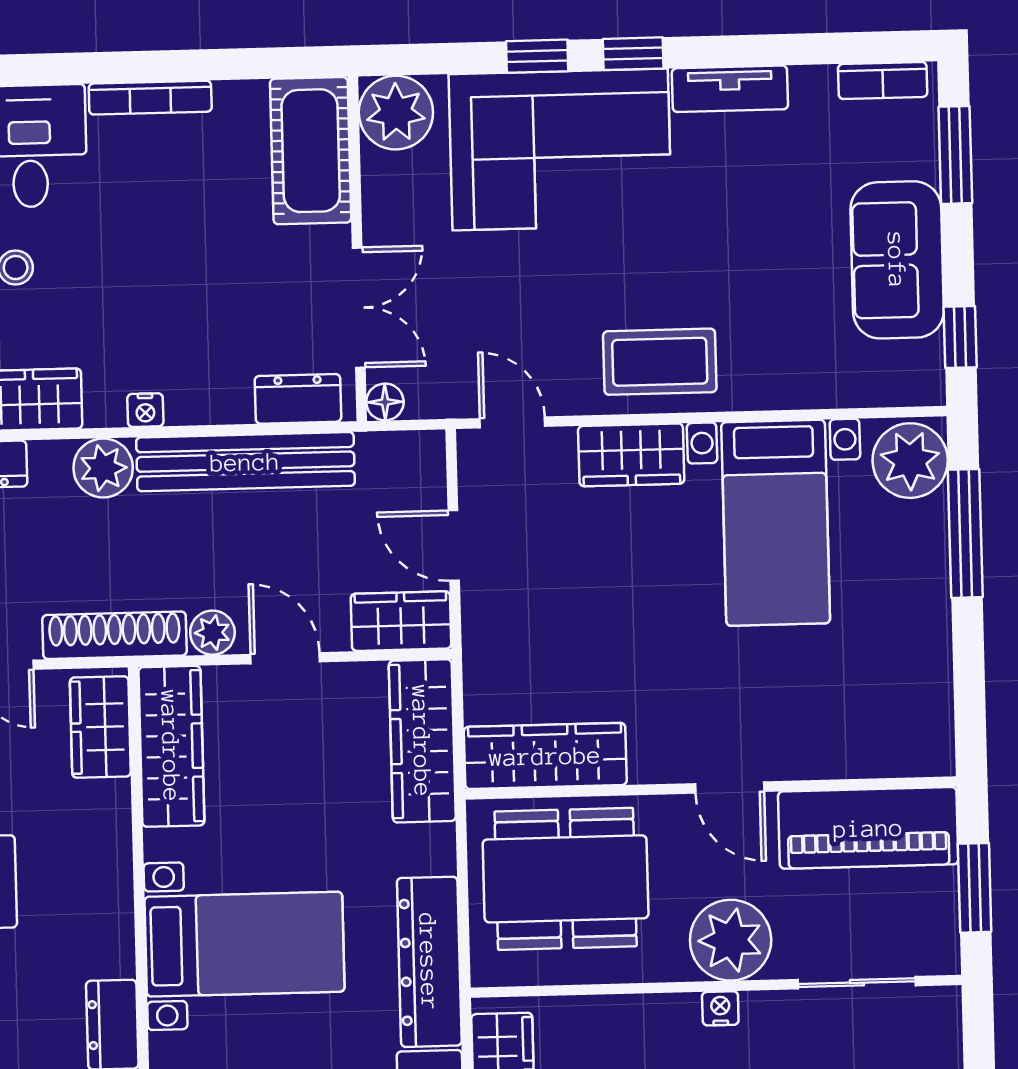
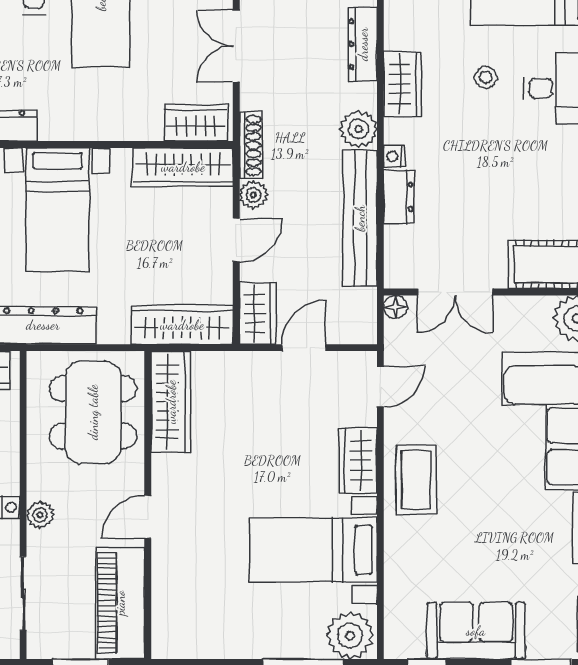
dresser: (298, 399) -> (399, 197), moved
shoe rack: (115, 635) -> (251, 145), width x0.74, depth x0.81
plant: (731, 940) -> (40, 515), width x0.53, depth x0.53

